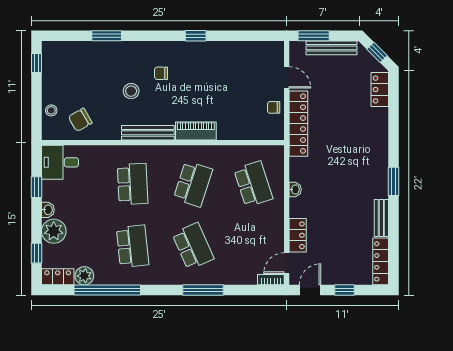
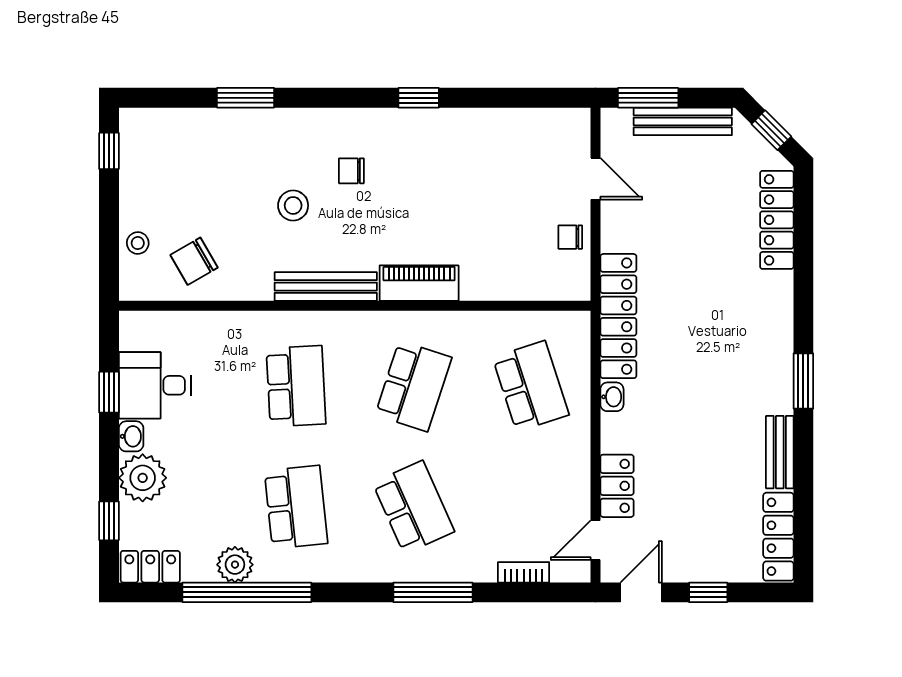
locker: (380, 90) -> (777, 220), width x1.53
locker: (298, 124) -> (618, 316), moved
desk: (60, 162) -> (155, 385), moved
plant: (84, 276) -> (235, 565), moved
bookcase: (271, 280) -> (524, 572), moved

